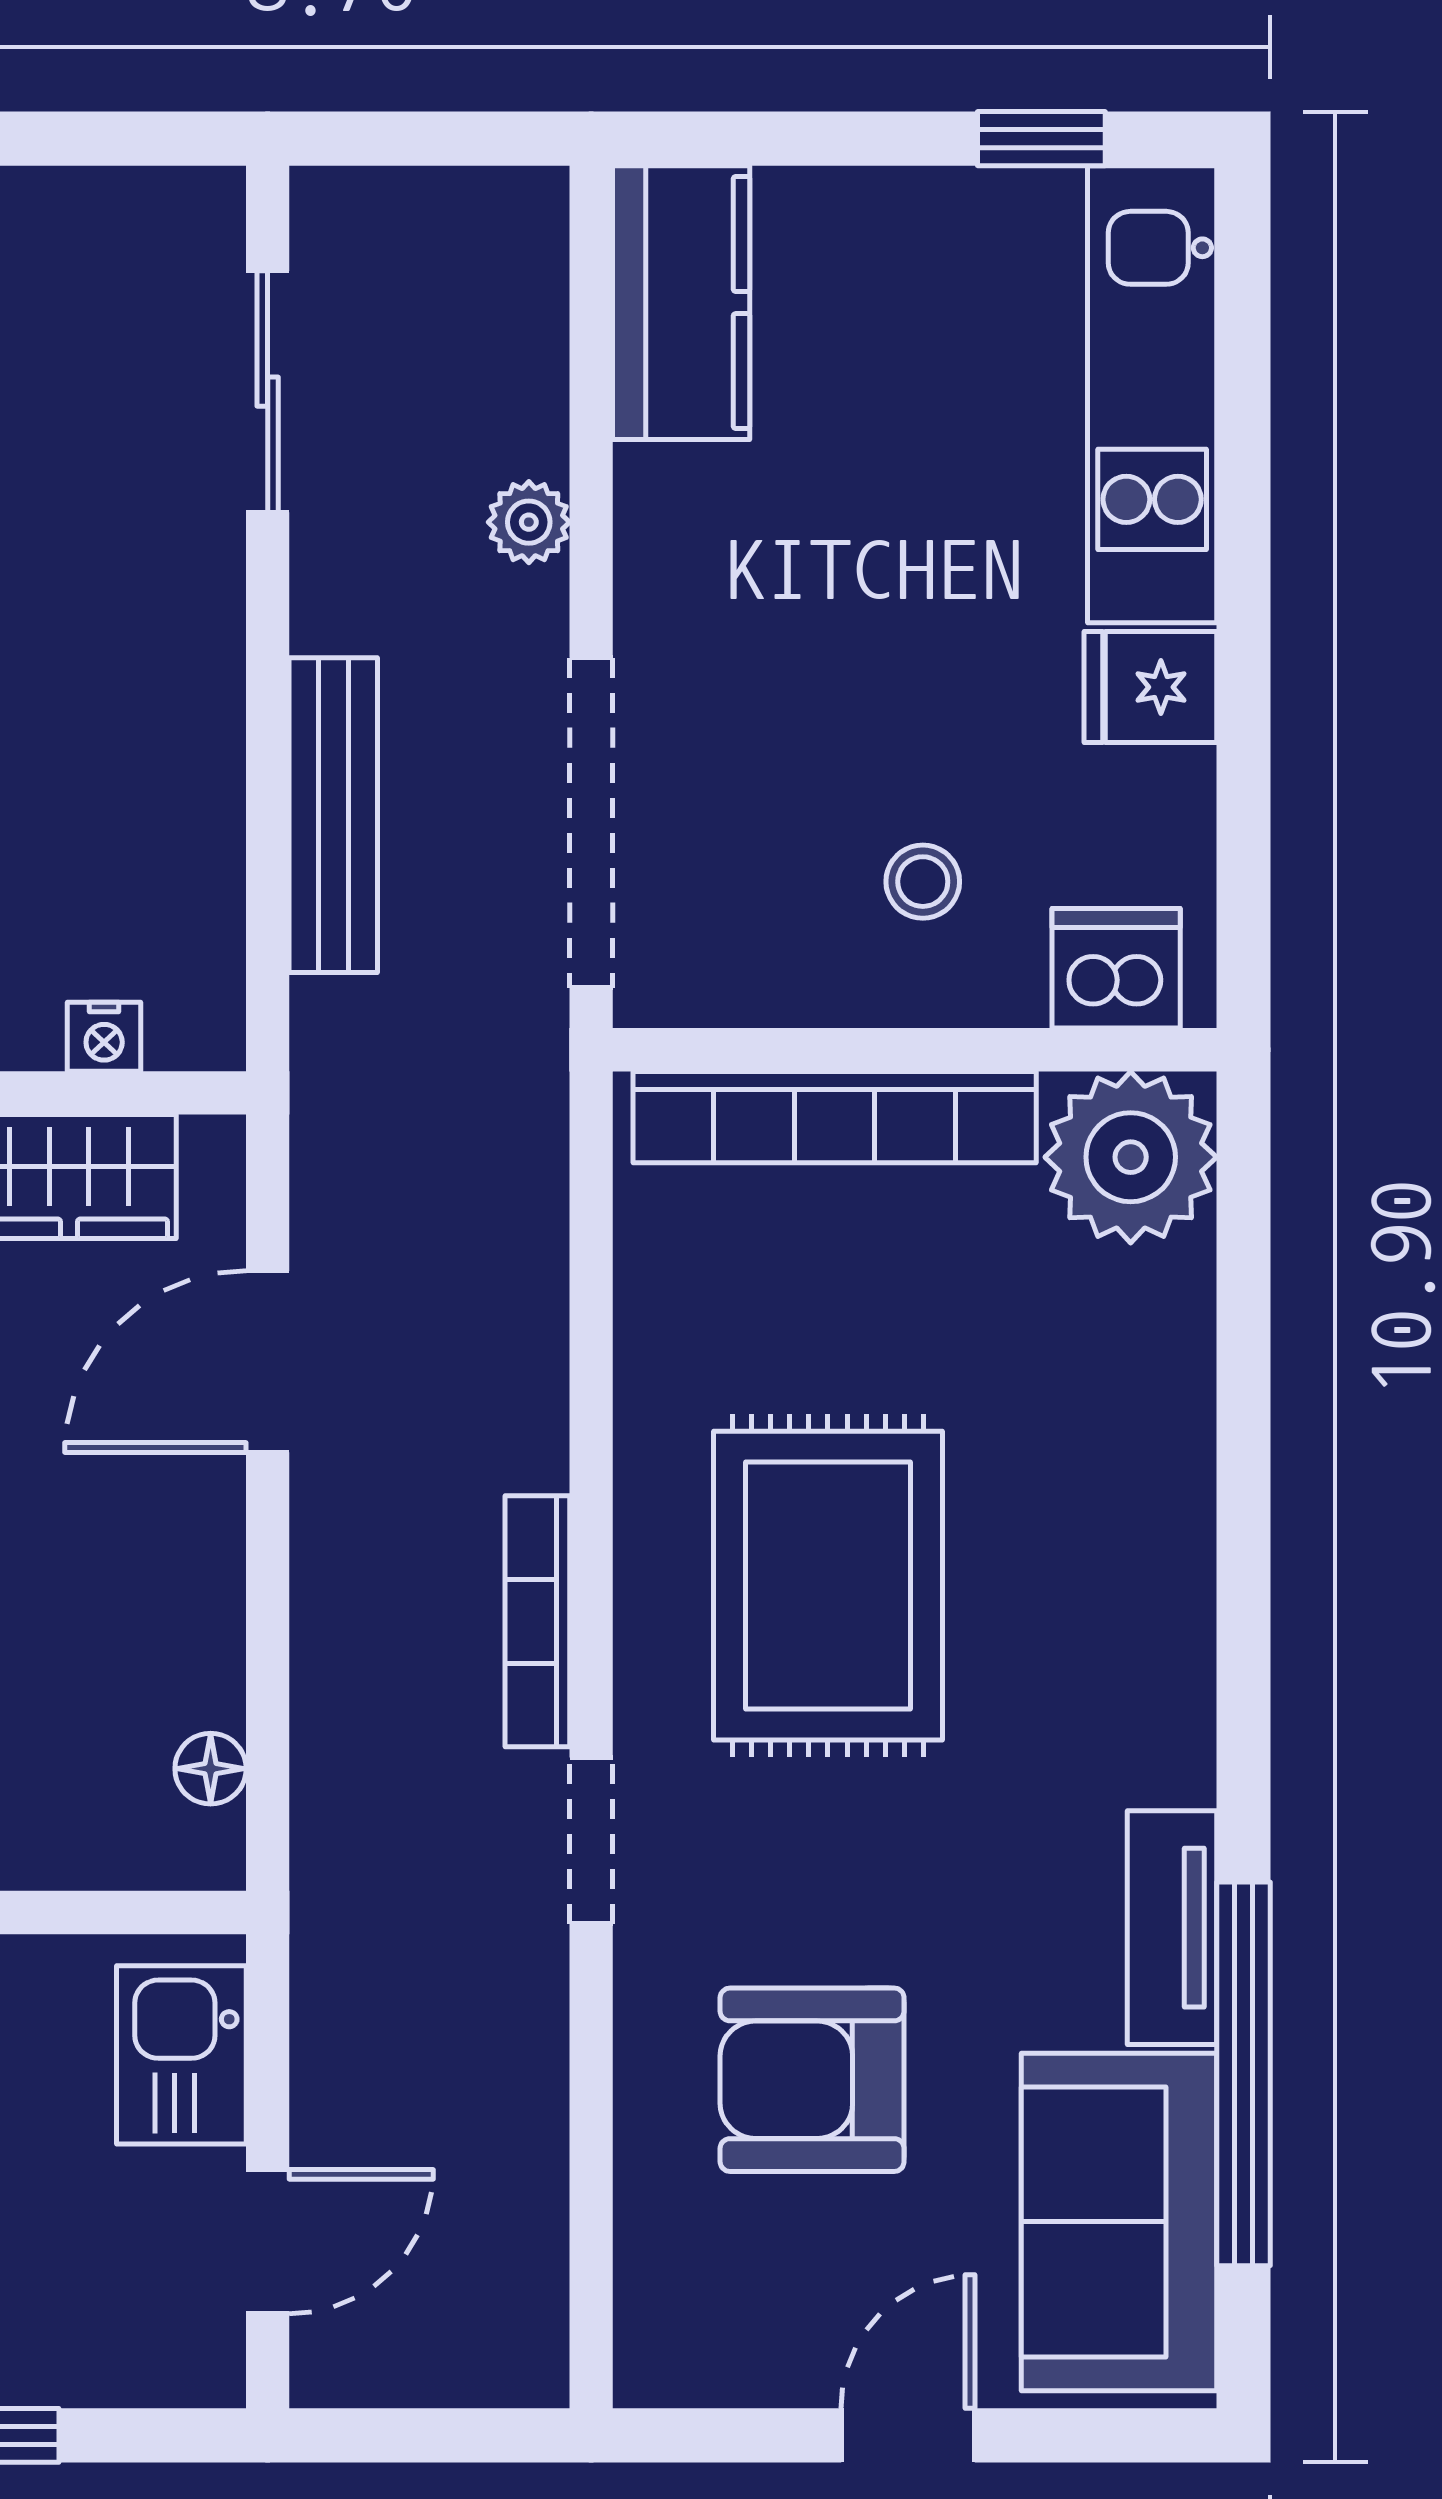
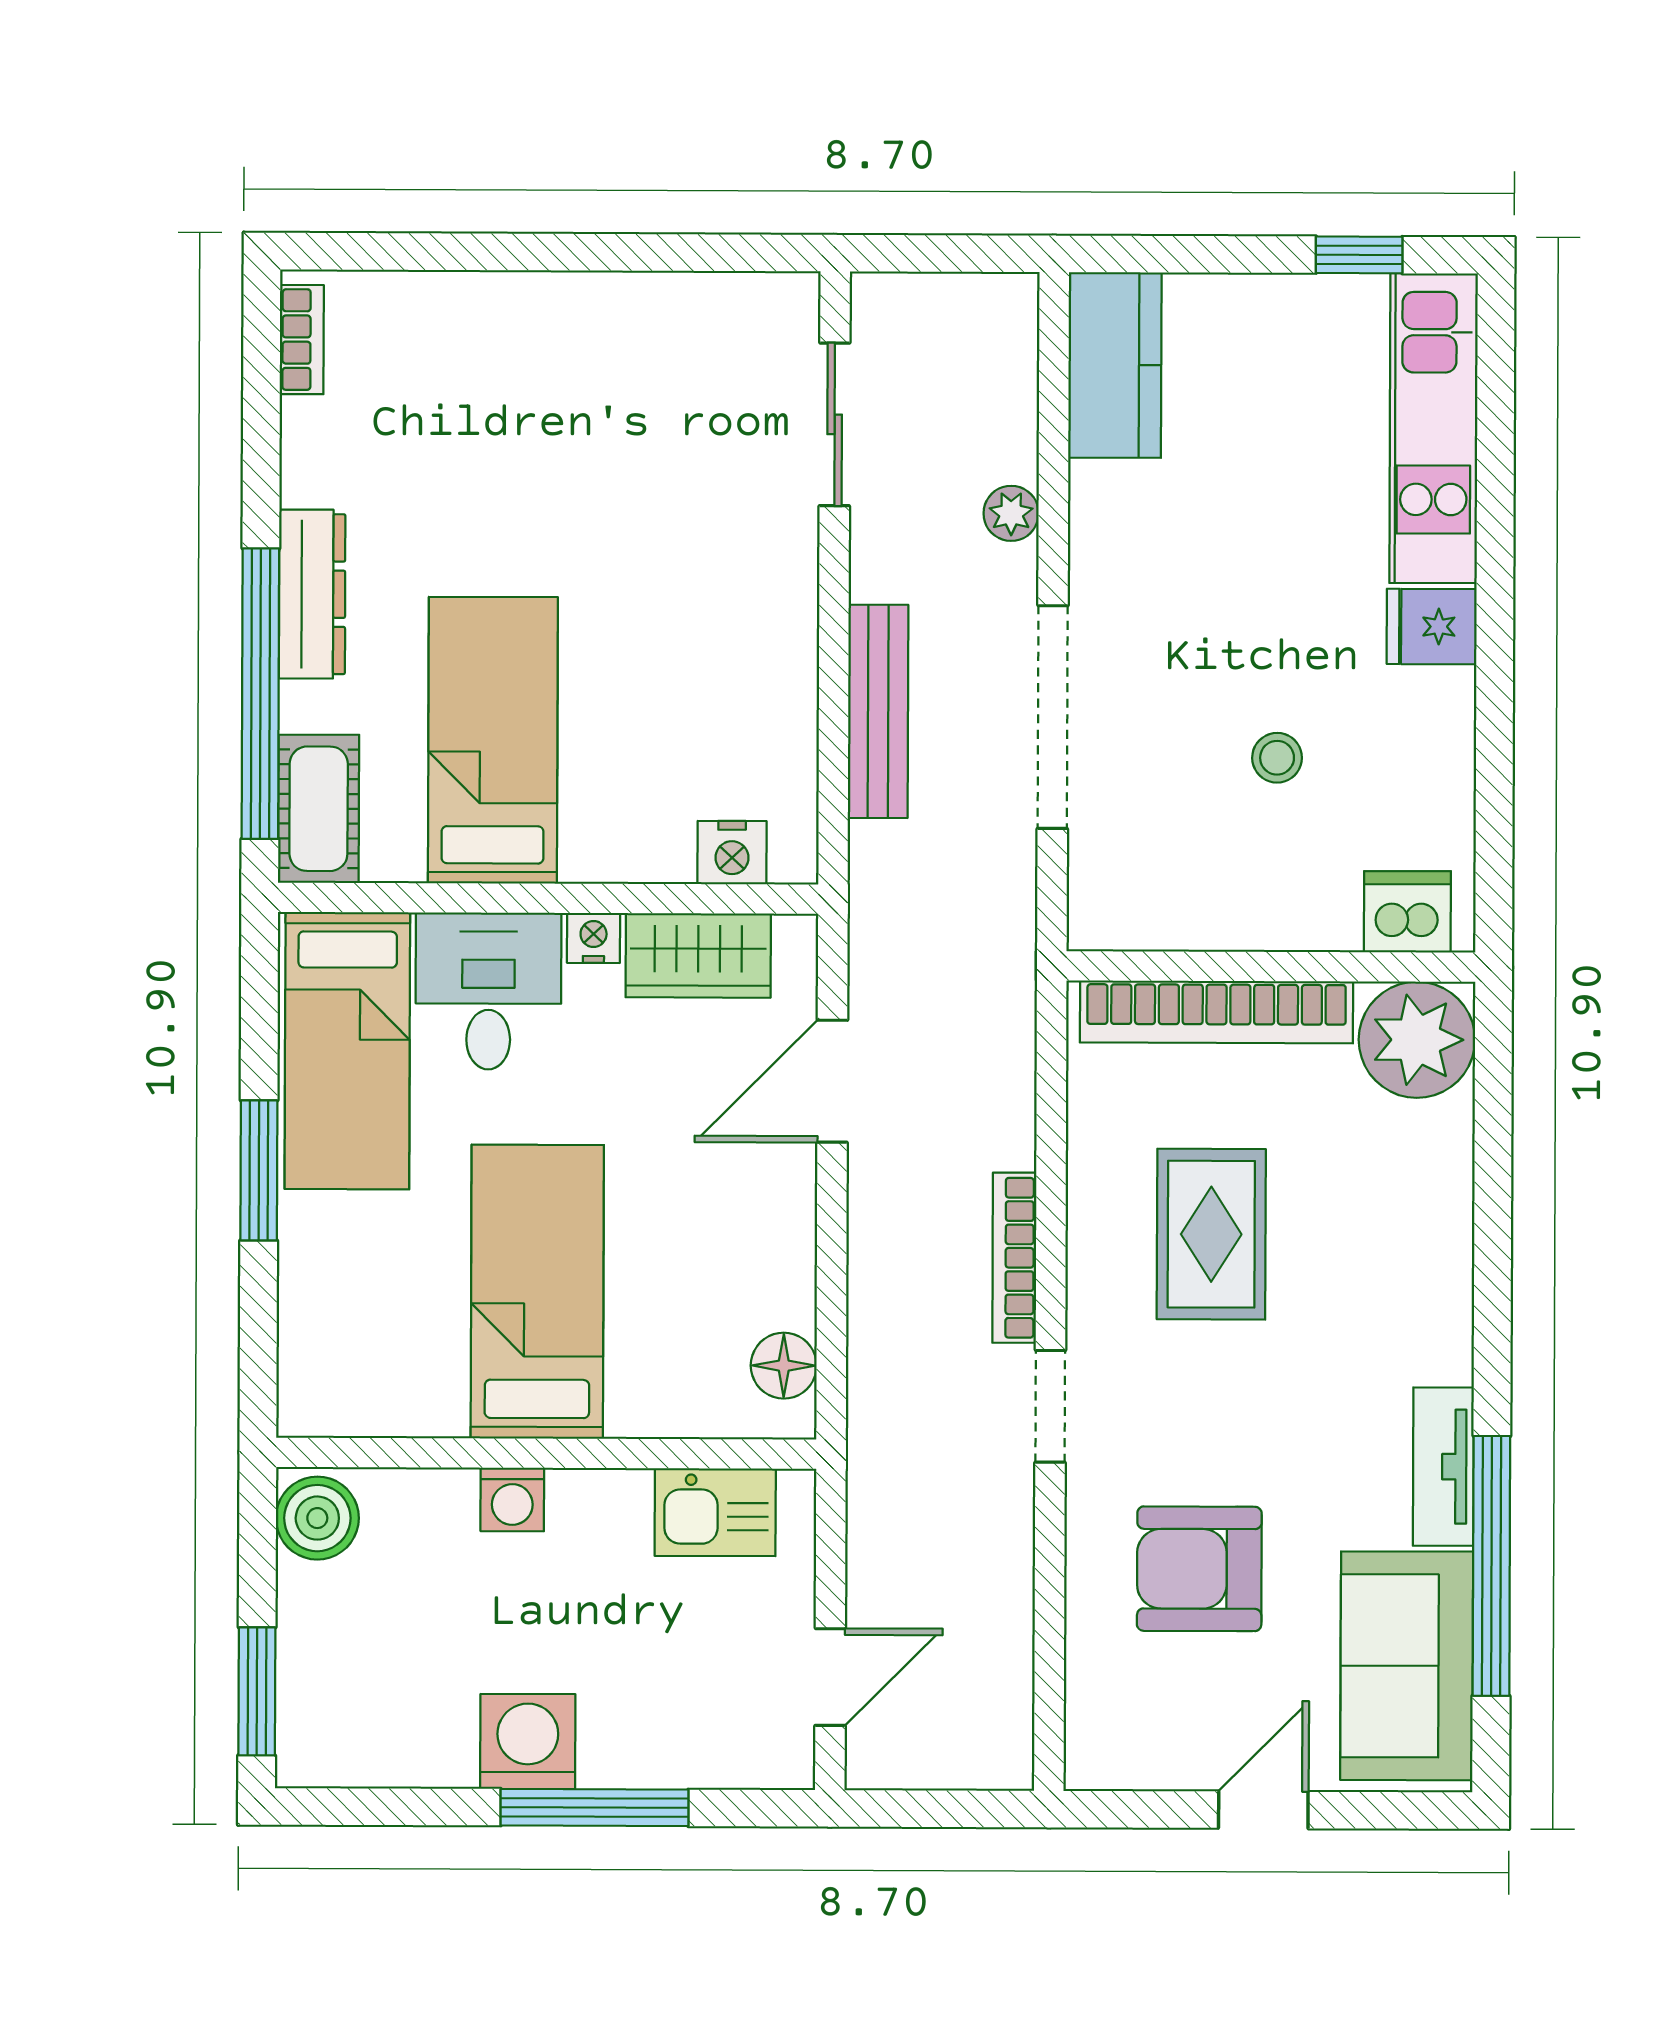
dishwasher: (1116, 968) -> (1407, 912), moved
nightstand: (104, 1037) -> (732, 853), width x1.39, depth x1.35
wall: (915, 1050) -> (1271, 967), moved
bookcase: (835, 1117) -> (1216, 1012), moved
plant: (1131, 1157) -> (1417, 1040), moved
rug: (828, 1586) -> (1211, 1234), width x0.73, depth x0.70
floor lamp: (211, 1769) -> (784, 1366), width x1.37, depth x1.37
kitchen sink: (181, 2055) -> (715, 1512), moved, turned -90

